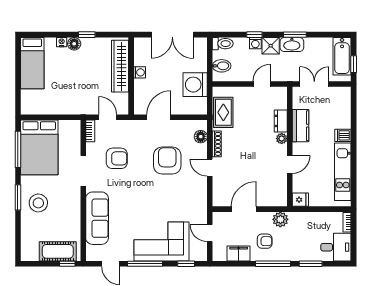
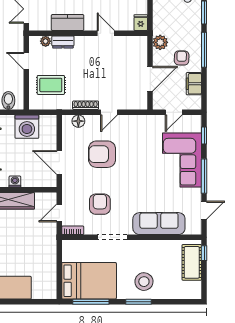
rug: (223, 112) -> (51, 85), moved
plant: (282, 139) -> (46, 41), moved
door: (244, 209) -> (150, 79), swing flipped

